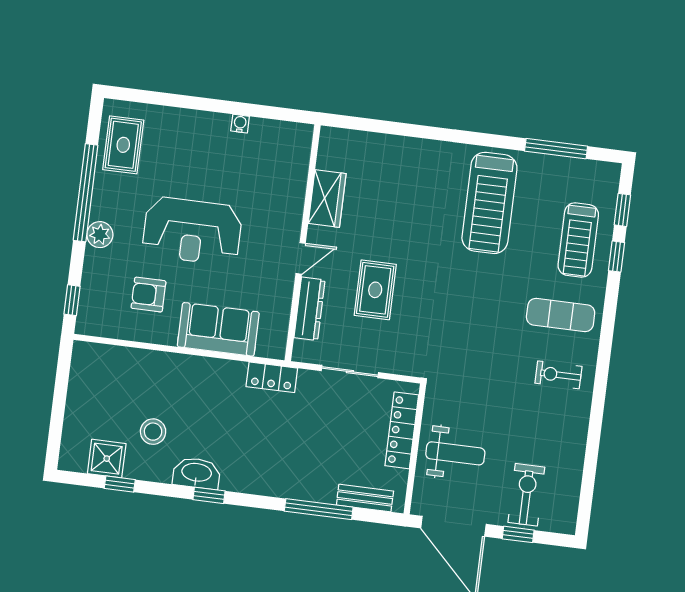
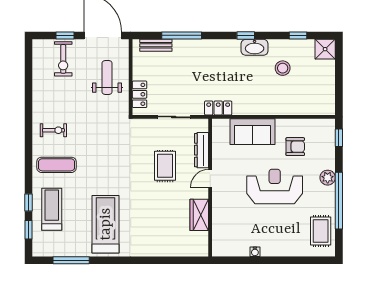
locker: (402, 430) -> (140, 94), width x0.66
weight bench: (455, 453) -> (107, 77), turned 90
shower: (107, 459) -> (325, 49), moved

